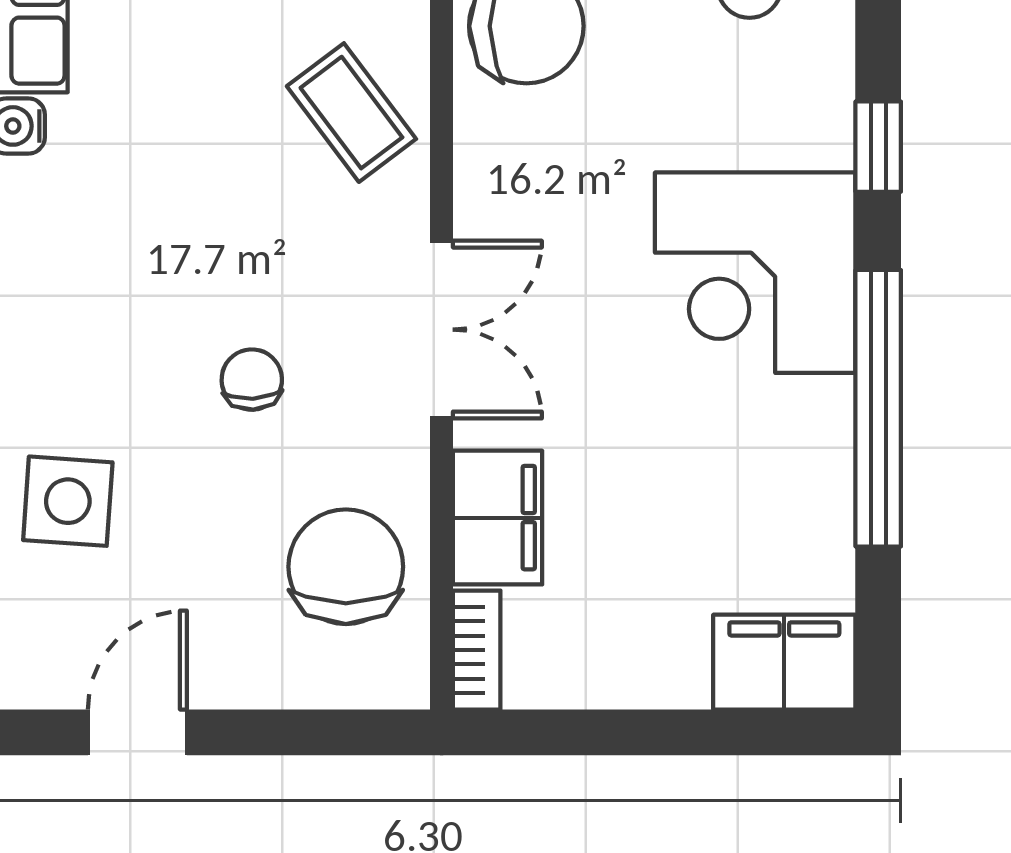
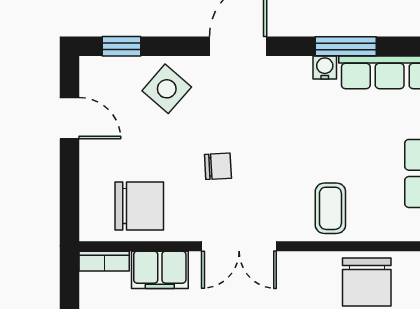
coffee table: (351, 113) -> (330, 208), turned -53
side table: (68, 501) -> (167, 89), turned 37

